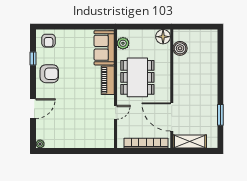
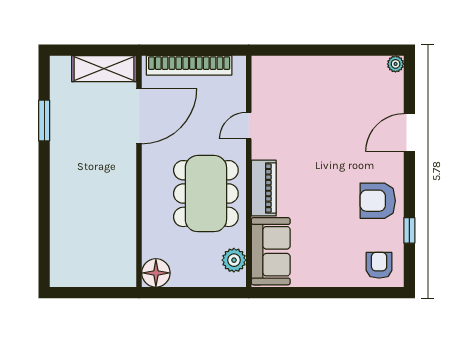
boiler: (180, 48) -> (123, 250), removed
door: (172, 117) -> (139, 116), hinge flipped

